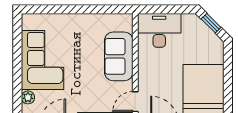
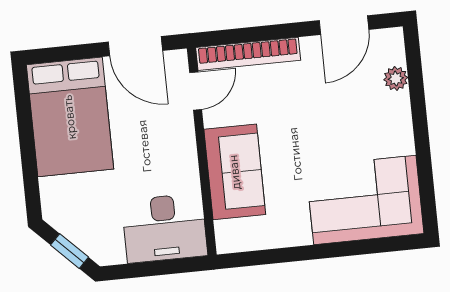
corner sofa: (42, 60) -> (365, 200), moved, turned 90

